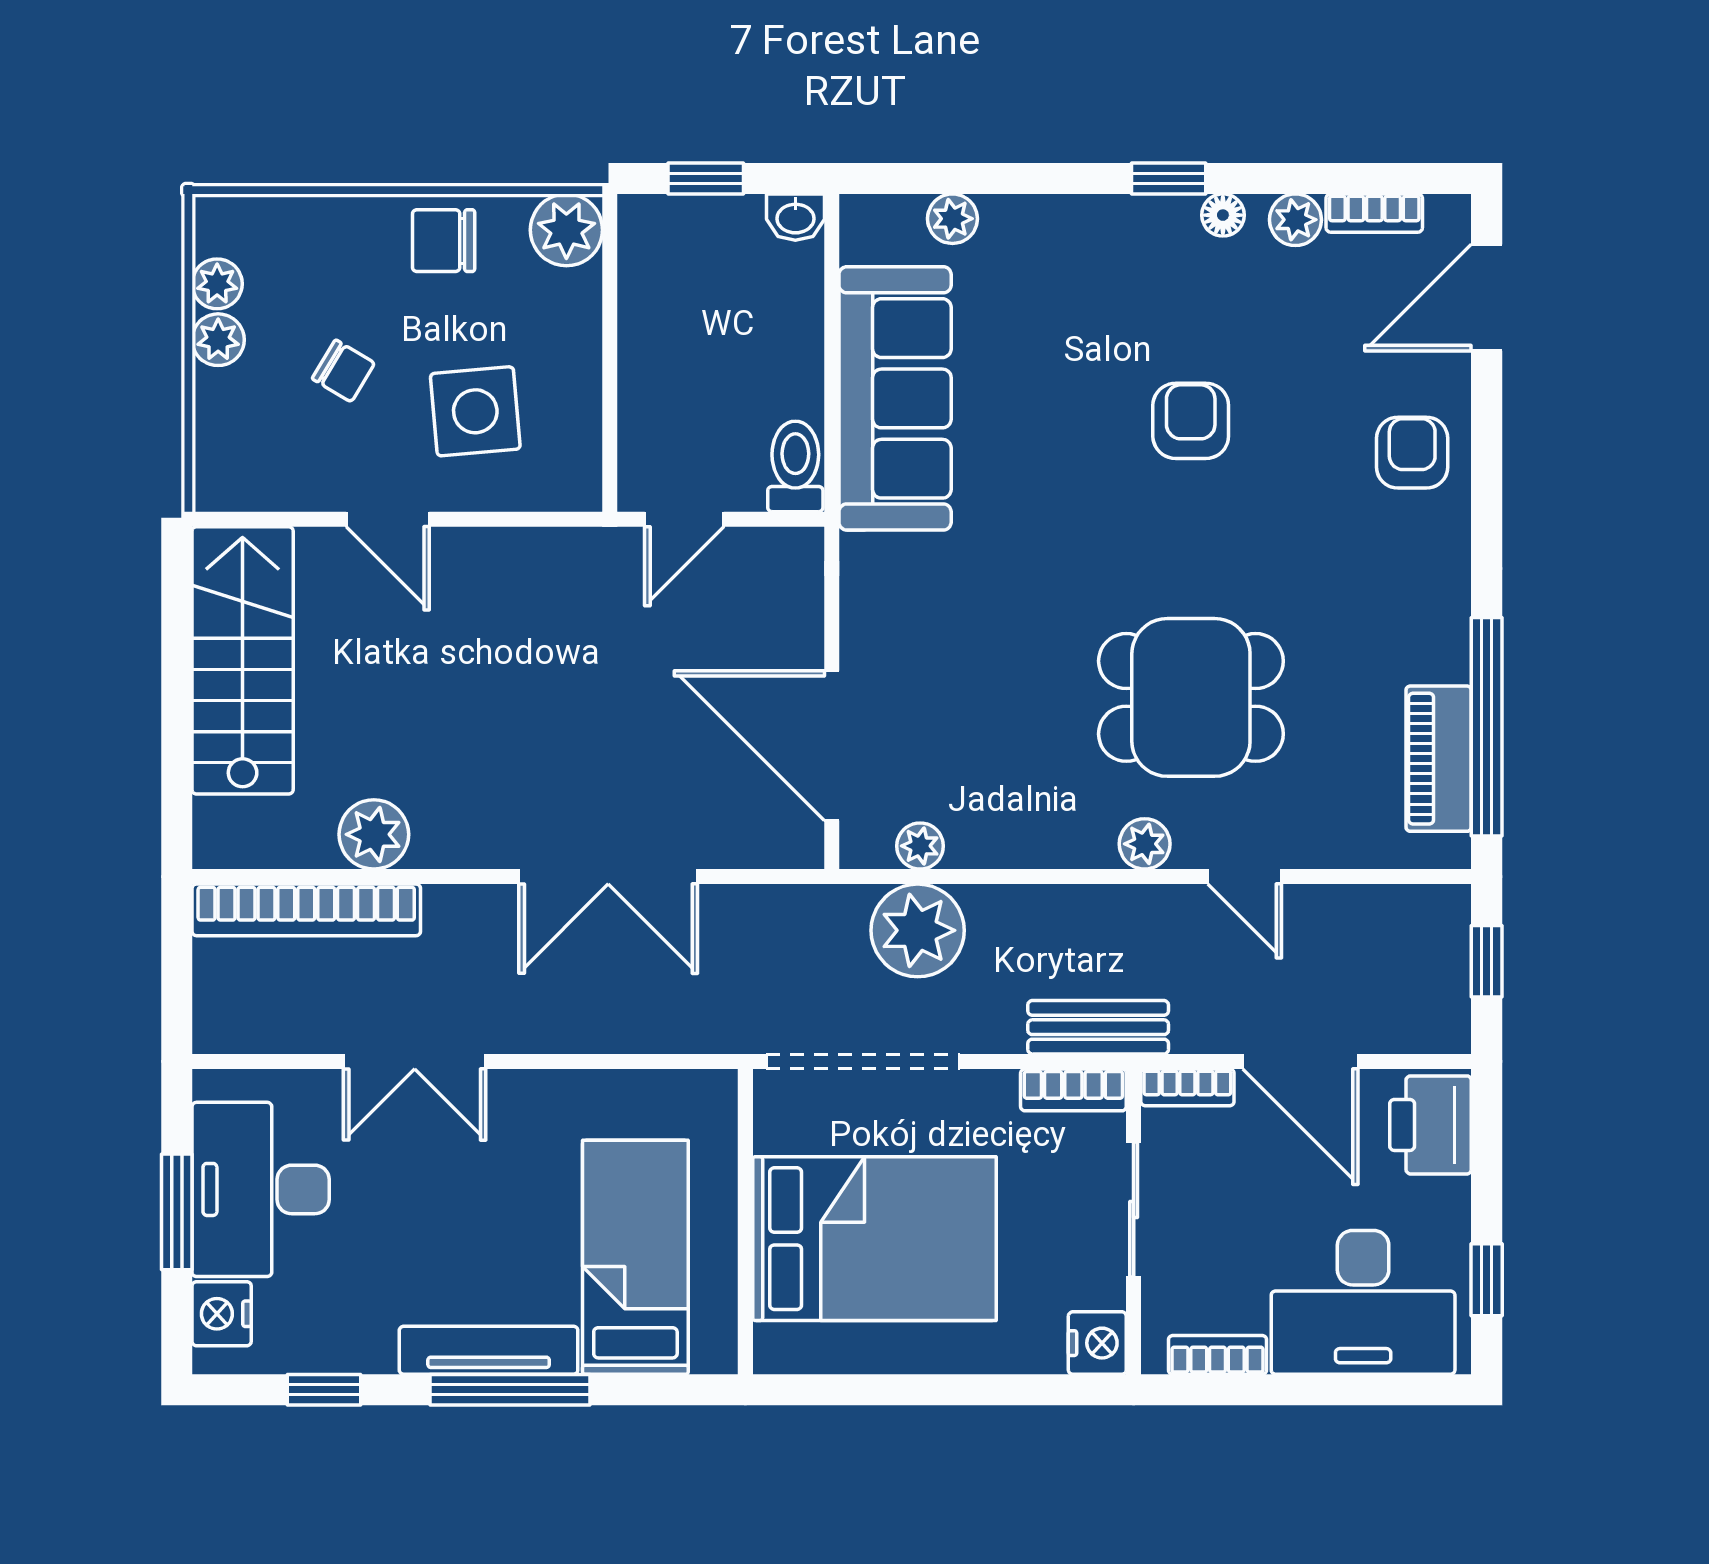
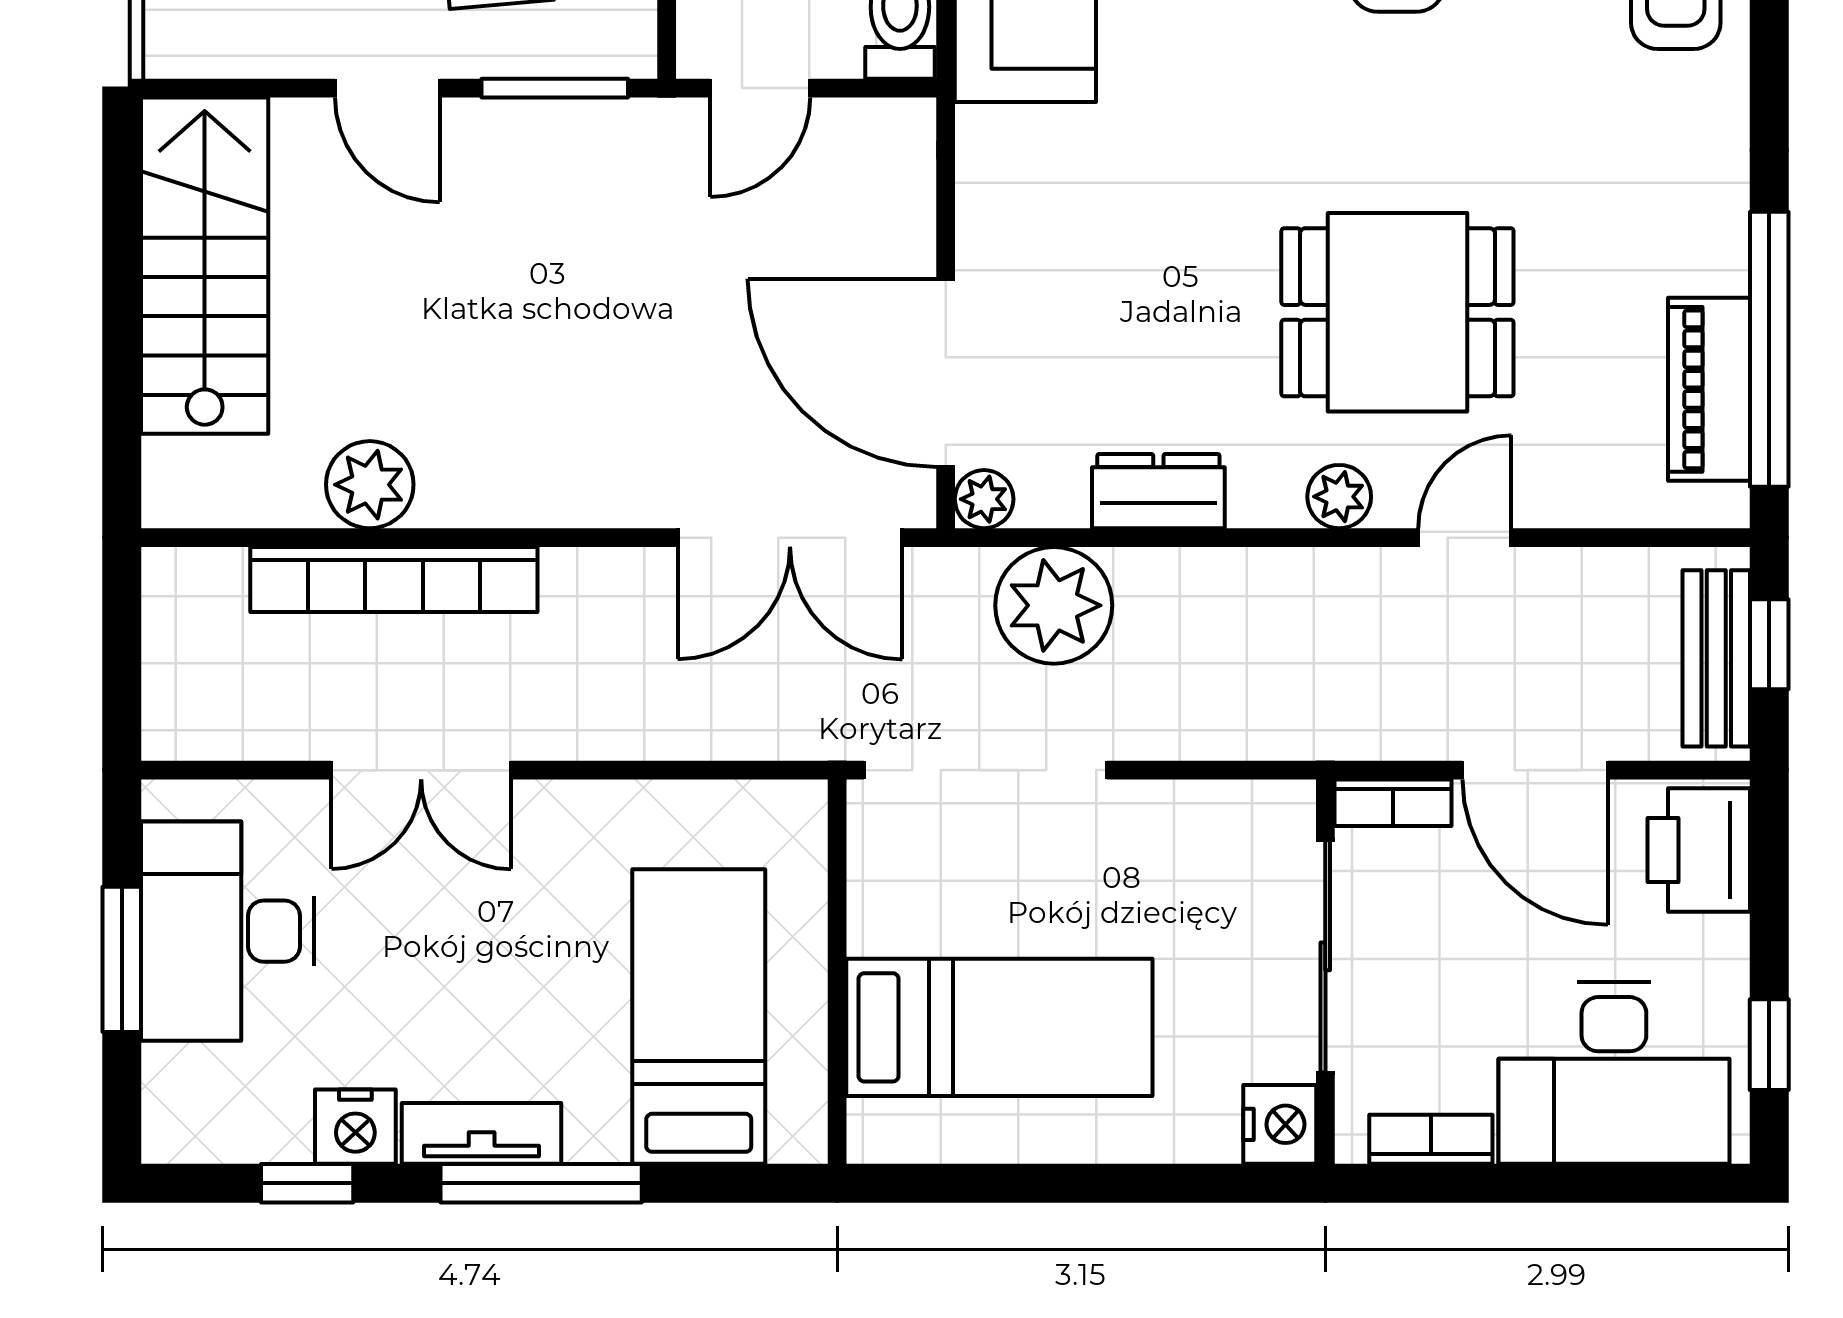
window: (521, 519) -> (555, 88), added
dresser: (1001, 840) -> (1158, 491), added
plant: (920, 846) -> (984, 499), moved
double door: (608, 877) -> (790, 538), moved
door: (1245, 877) -> (1465, 538), swing flipped
bookcase: (306, 910) -> (394, 580), moved
bench: (1098, 1027) -> (1716, 658), moved, turned 90
bookcase: (1073, 1090) -> (1250, 806), removed
sliding door: (1134, 1210) -> (1325, 956), width x1.37
bed: (874, 1239) -> (999, 1027), width x0.67
nightstand: (222, 1314) -> (355, 1127), moved, turned -90
tv unit: (489, 1350) -> (482, 1133), width x0.71

